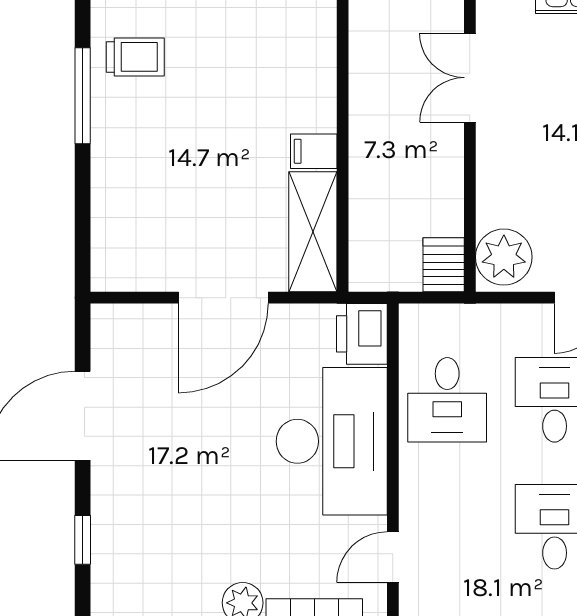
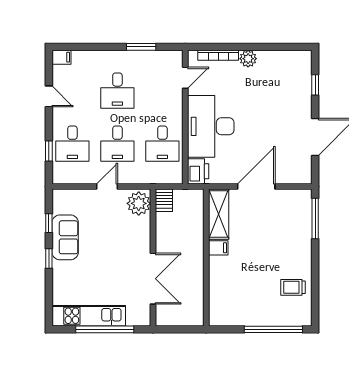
double door: (470, 78) -> (153, 279), width x1.37
window: (83, 96) -> (315, 219), moved
desk: (447, 400) -> (162, 144), turned 180

